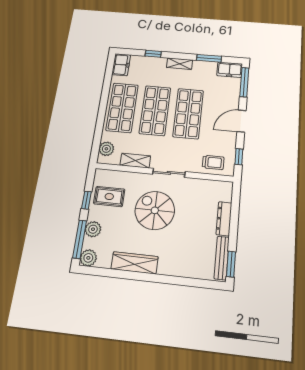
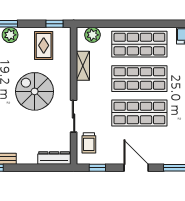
sliding door: (169, 173) -> (74, 116), moved
window: (86, 200) -> (55, 24), moved
spiral stairs: (155, 210) -> (35, 91), turned -90
dresser: (224, 219) -> (54, 158), moved

